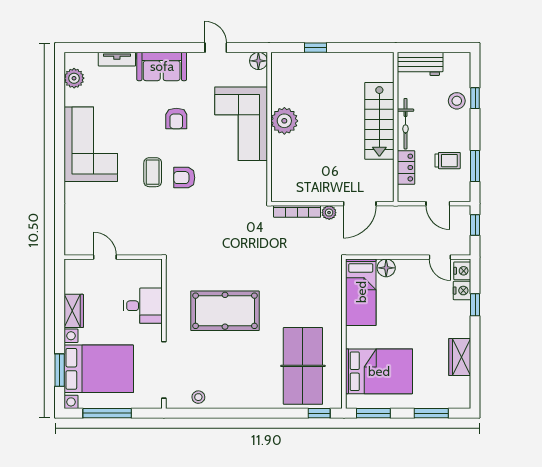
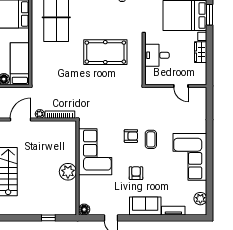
corner sofa: (241, 124) -> (95, 152), moved

